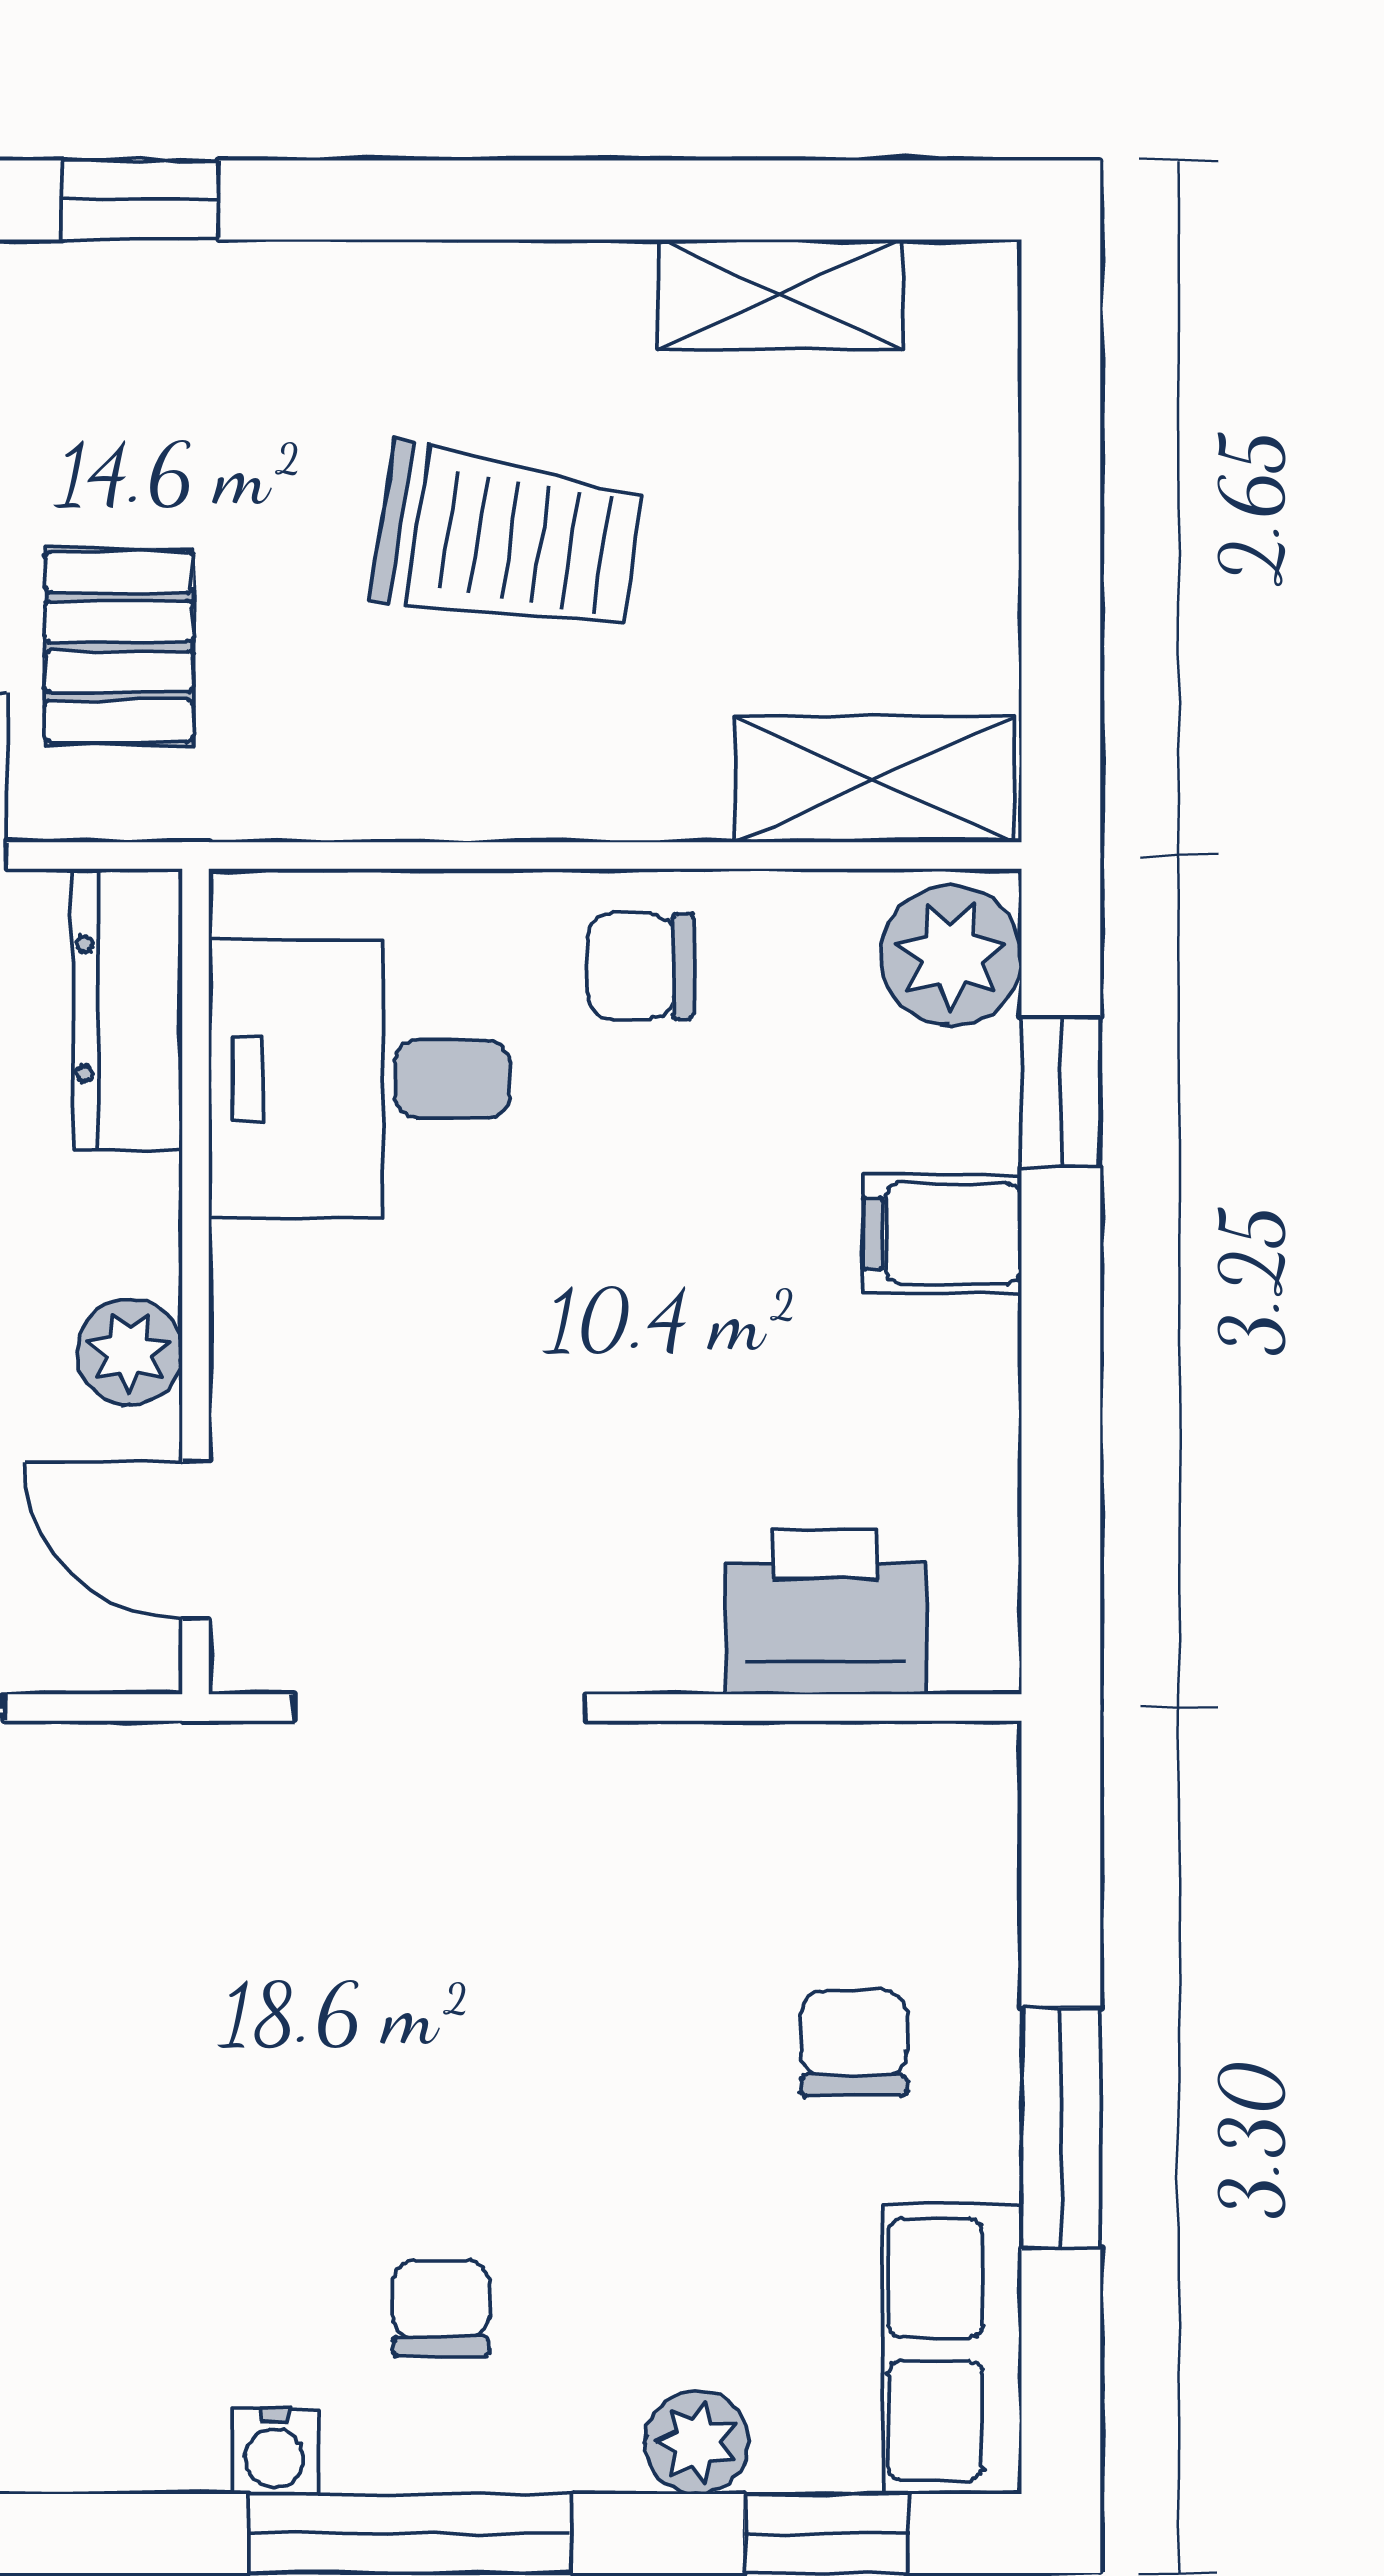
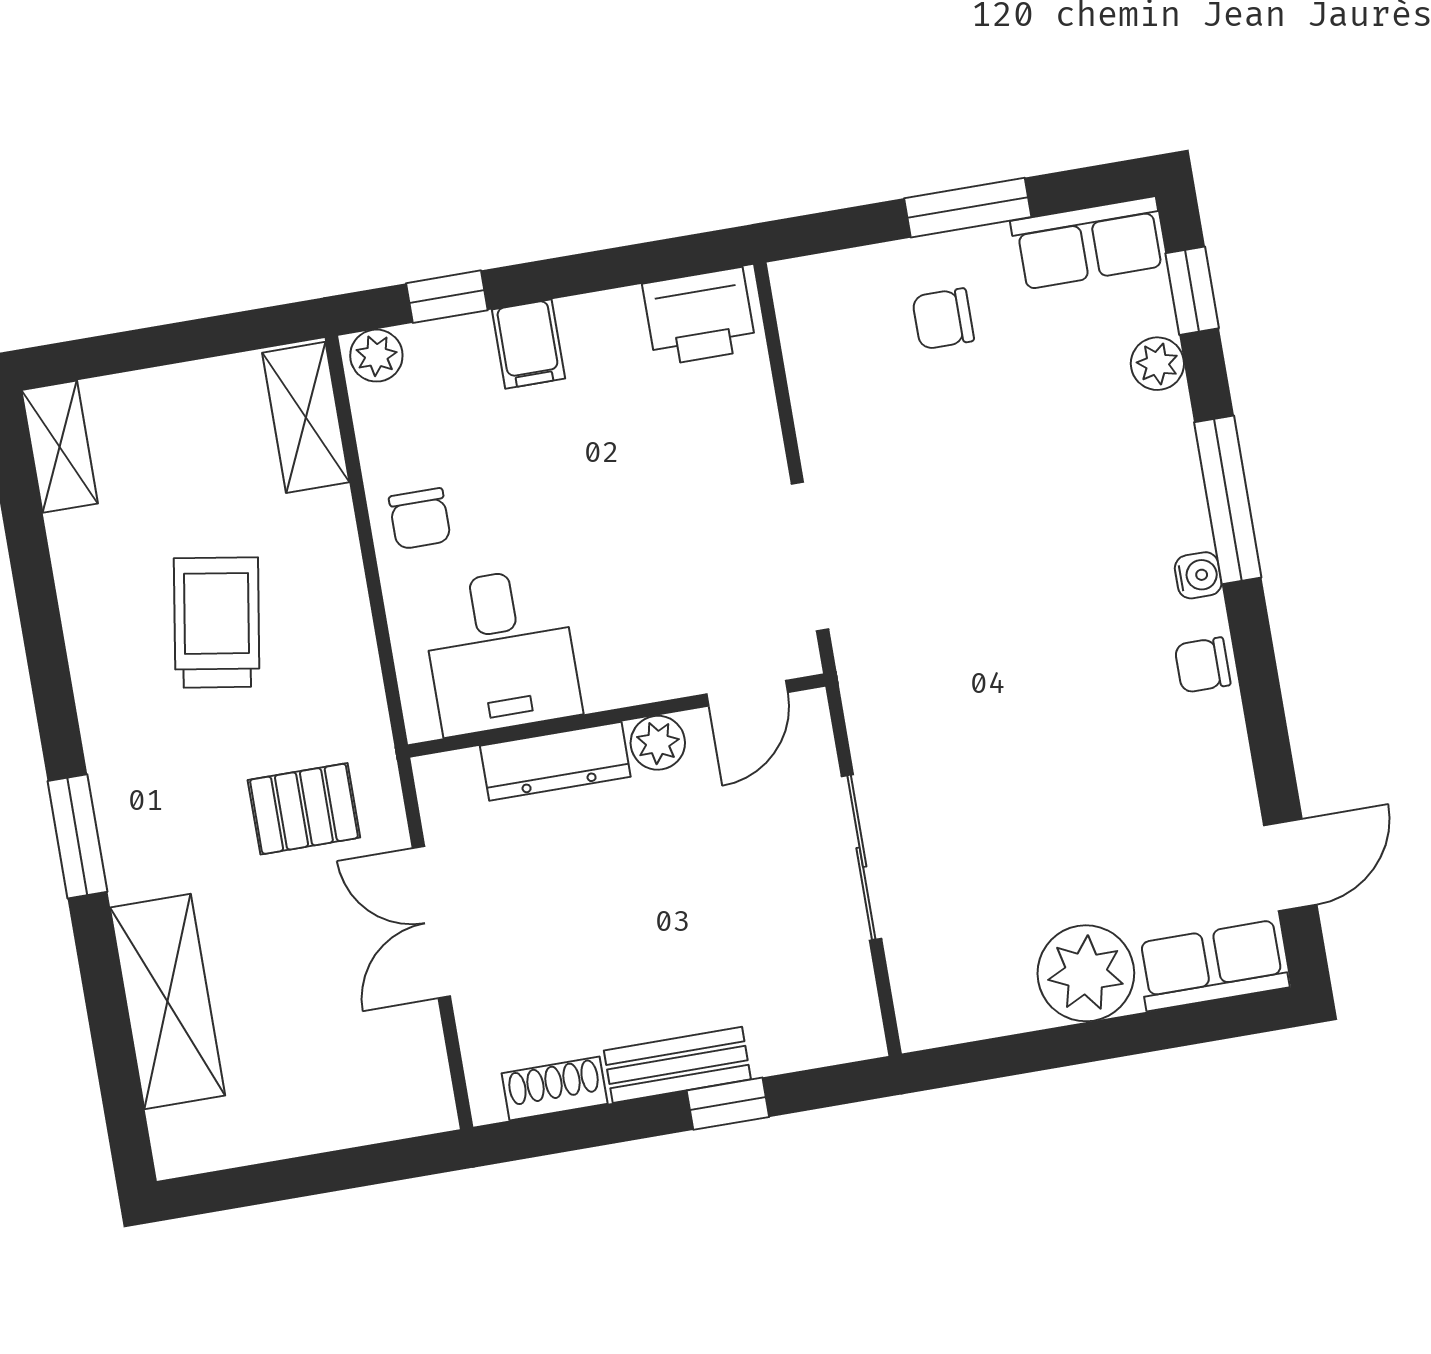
window: (140, 200) -> (77, 836), width x1.50
shelving: (780, 294) -> (60, 447), moved
plant: (951, 955) -> (376, 356), width x0.73, depth x0.73
dresser: (128, 1009) -> (555, 761), moved
printer: (826, 1612) -> (699, 317), moved, turned -90
chair: (441, 2308) -> (1203, 665), moved

